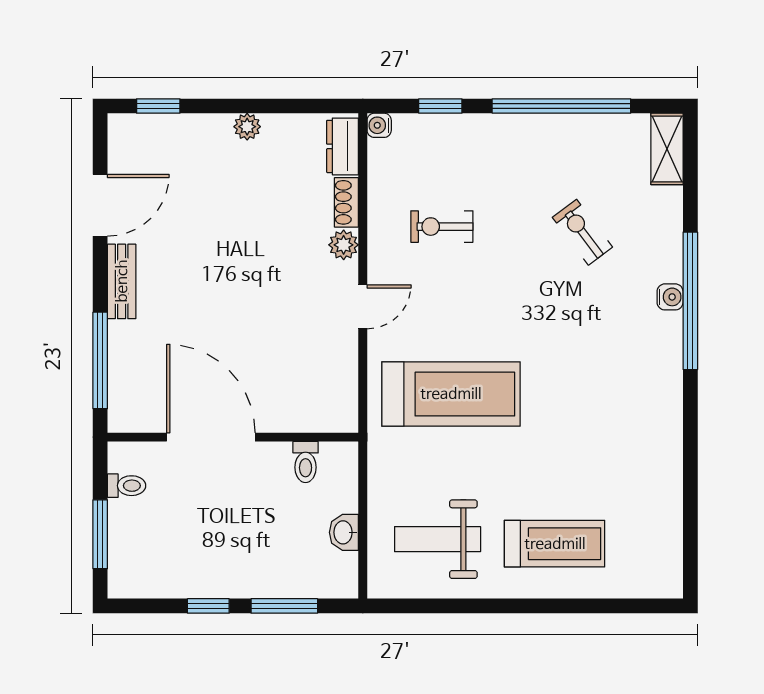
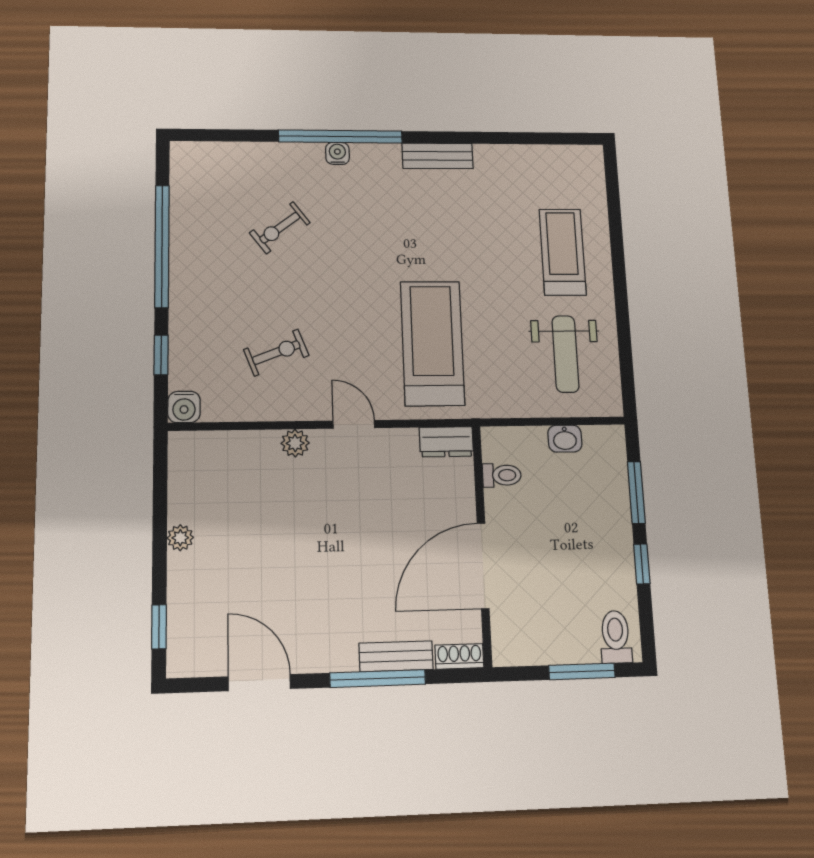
water cooler: (379, 125) -> (184, 407), width x1.38, depth x1.38
dresser: (342, 146) -> (446, 442), moved
shelving: (667, 149) -> (202, 155), removed
shoe rack: (346, 202) -> (459, 656), moved, turned 180
exercise bike: (442, 227) -> (276, 353), turned -111
bench: (122, 281) -> (396, 656), moved
window: (100, 360) -> (378, 679), moved
bench: (668, 409) -> (438, 156), added
toilet: (127, 486) -> (616, 637), moved, width x1.37, depth x1.39

